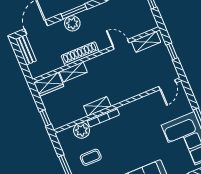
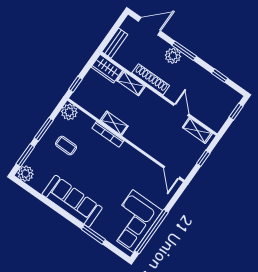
bench: (26, 50) -> (115, 43), moved
door: (167, 85) -> (172, 173), hinge flipped
plant: (82, 130) -> (69, 112), moved

